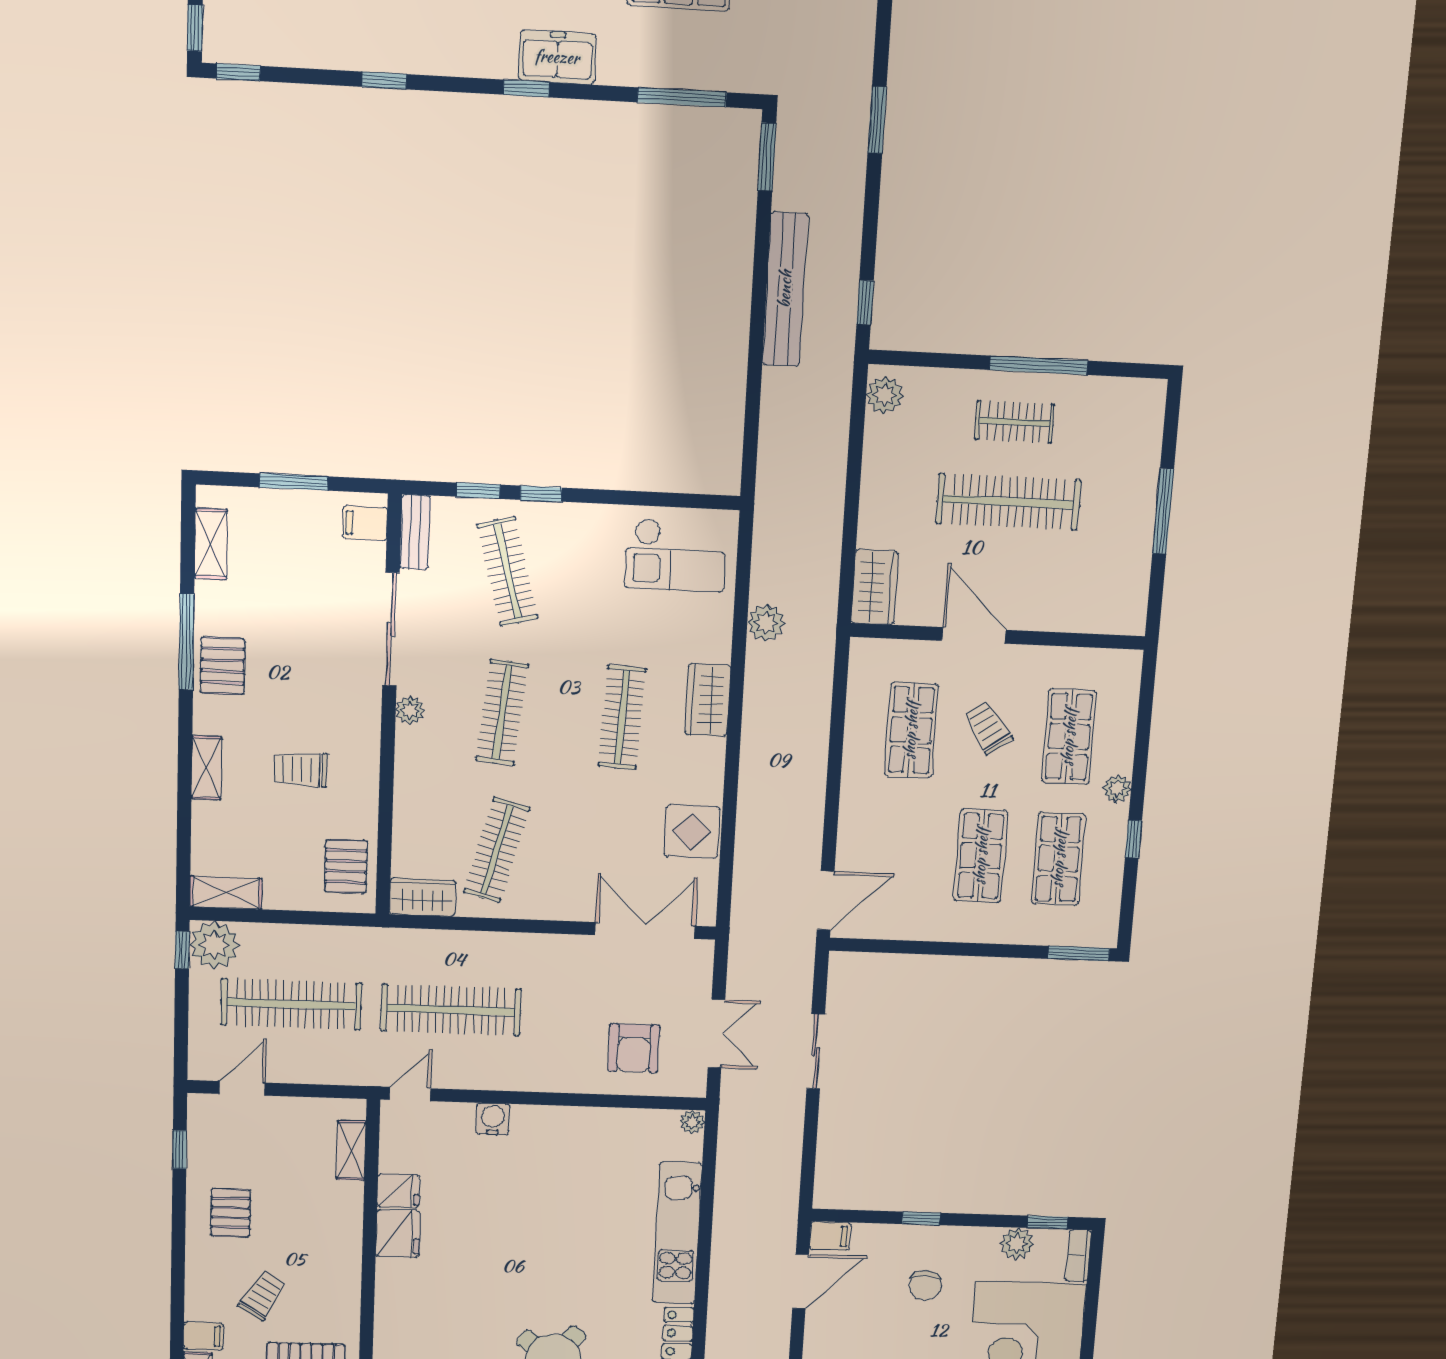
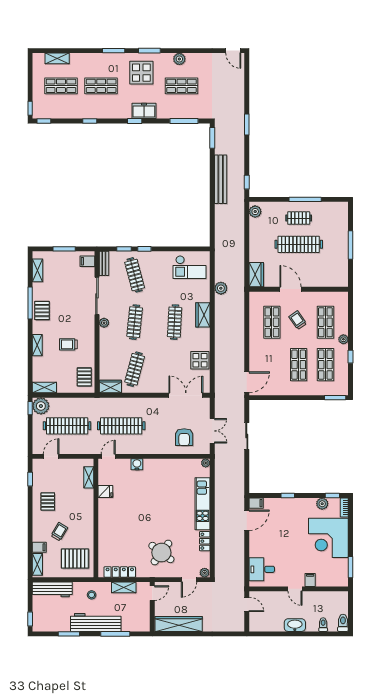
fridge: (398, 1233) -> (106, 507), removed
chair: (925, 1285) -> (291, 520), removed

